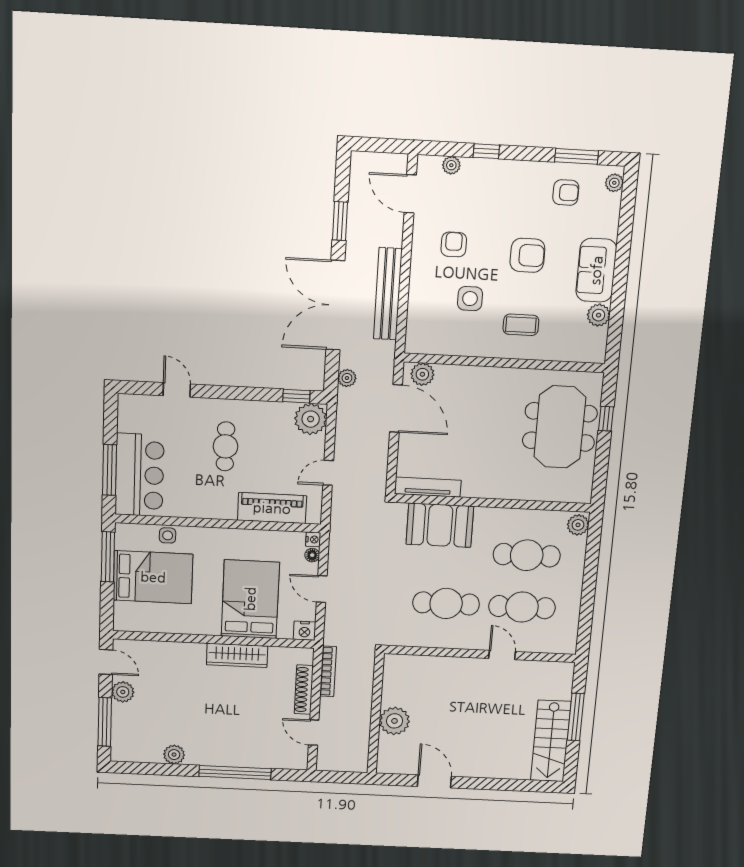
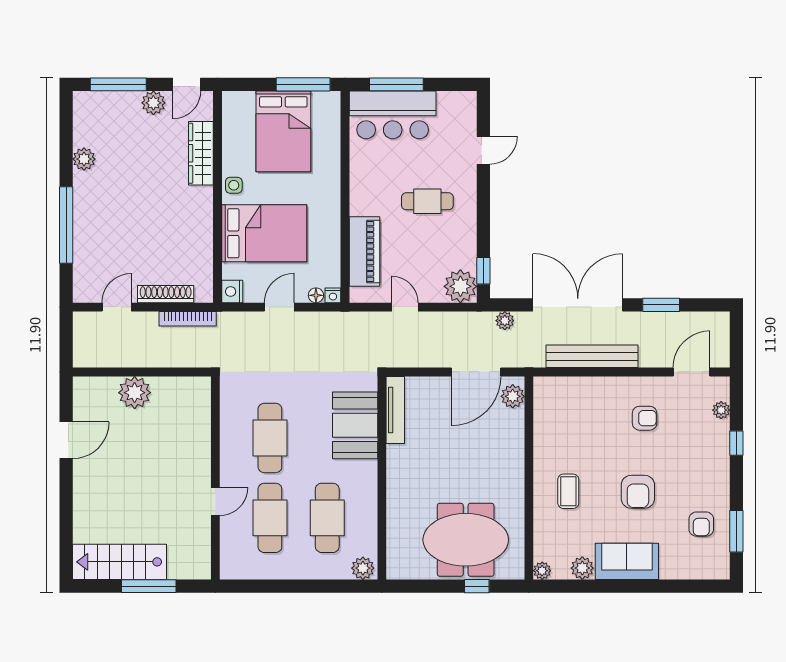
plant: (614, 183) -> (542, 571), moved
side table: (470, 299) -> (592, 438), removed
side table: (168, 535) -> (234, 185), moved
wardrobe: (237, 655) -> (201, 153), moved

